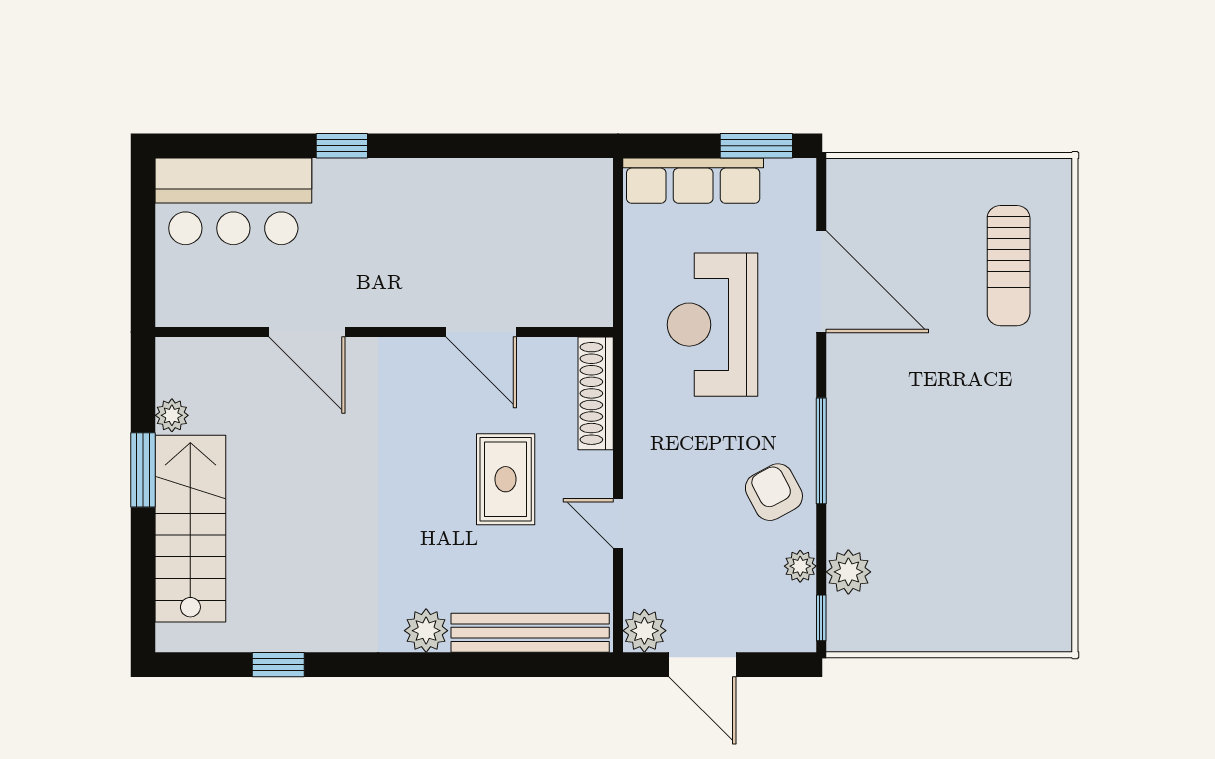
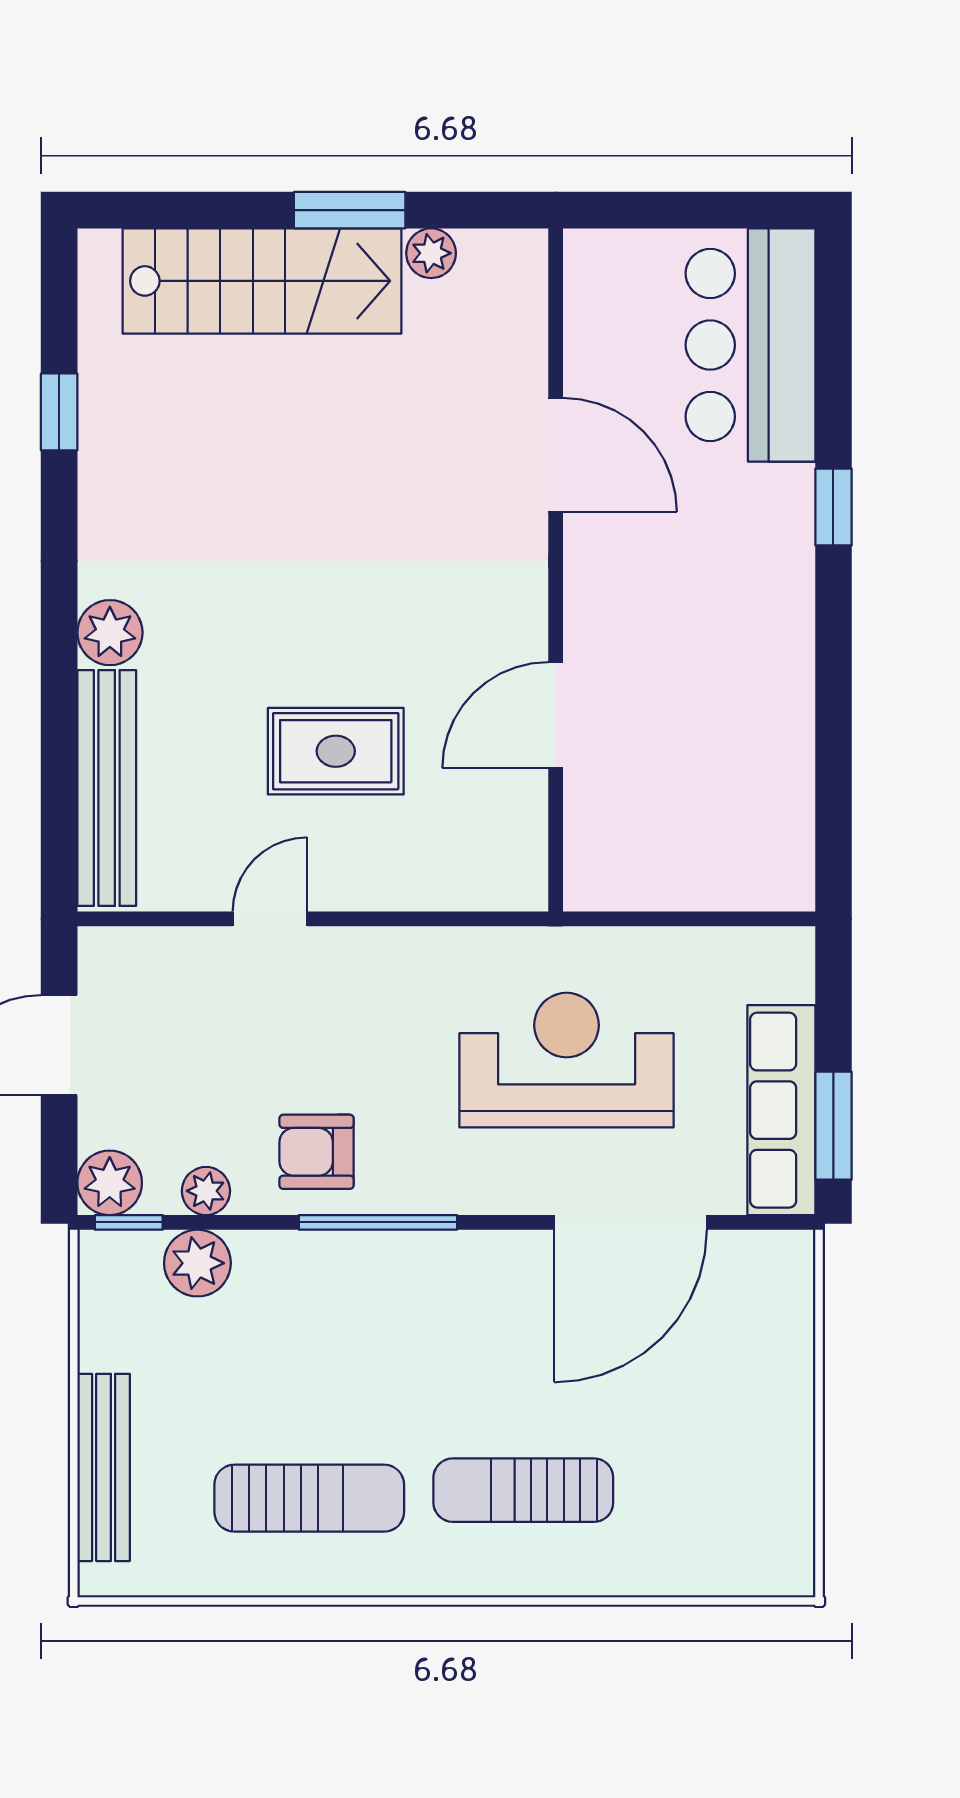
row of seats: (693, 181) -> (781, 1110), moved
sun lounger: (1009, 266) -> (523, 1490), moved
door: (307, 332) -> (556, 455), swing flipped
shoe rack: (596, 393) -> (464, 886), removed
armchair: (774, 492) -> (317, 1152), turned -152
sun lounger: (1006, 497) -> (309, 1498), added
plant: (644, 631) -> (110, 1183), moved
bench: (985, 635) -> (104, 1467), added

